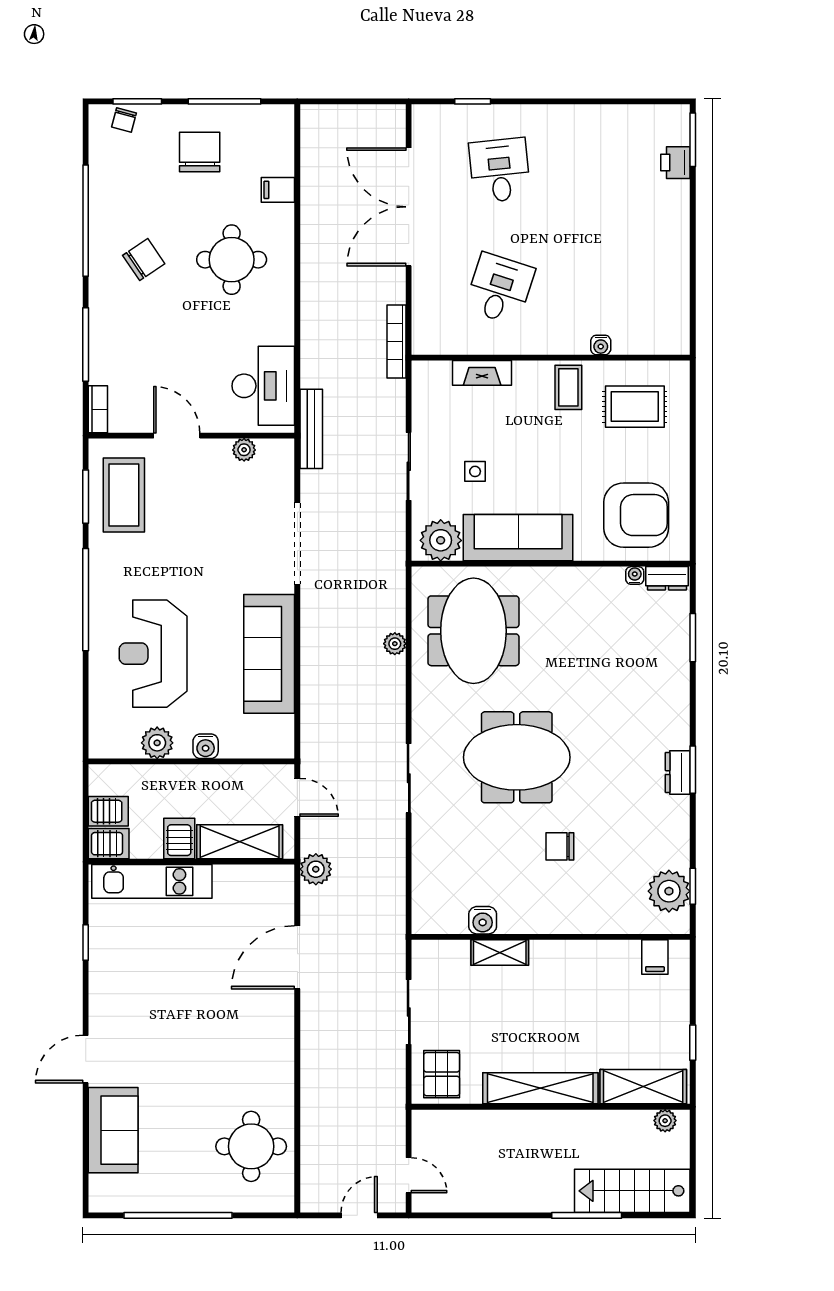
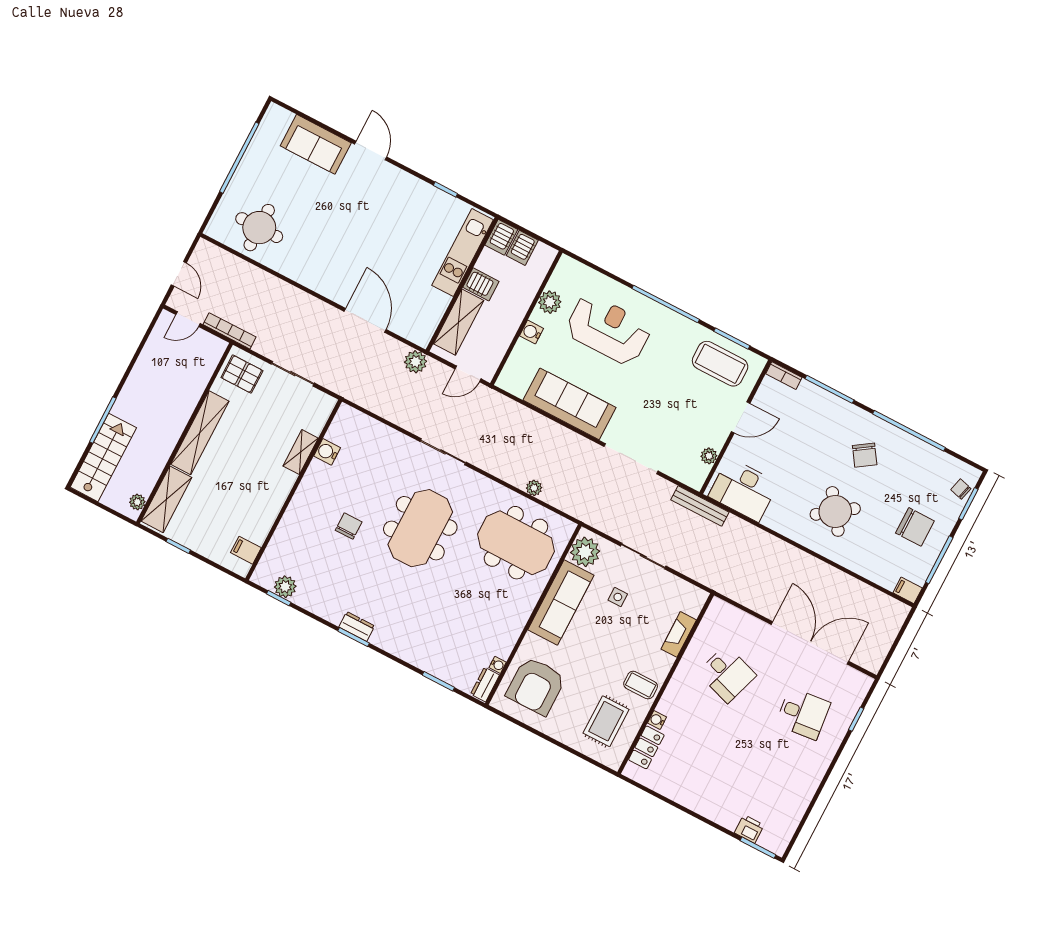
filing cabinet: (278, 190) -> (908, 590), moved, turned -90
round table: (232, 260) -> (835, 511), turned -36
locker: (641, 341) -> (646, 747), added
bookcase: (397, 342) -> (230, 331), moved
plant: (669, 891) -> (285, 587), width x0.73, depth x0.73

